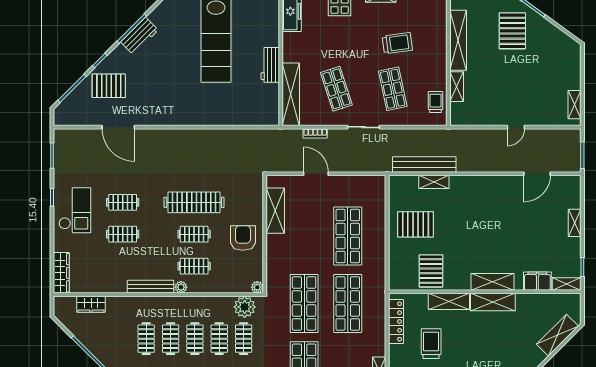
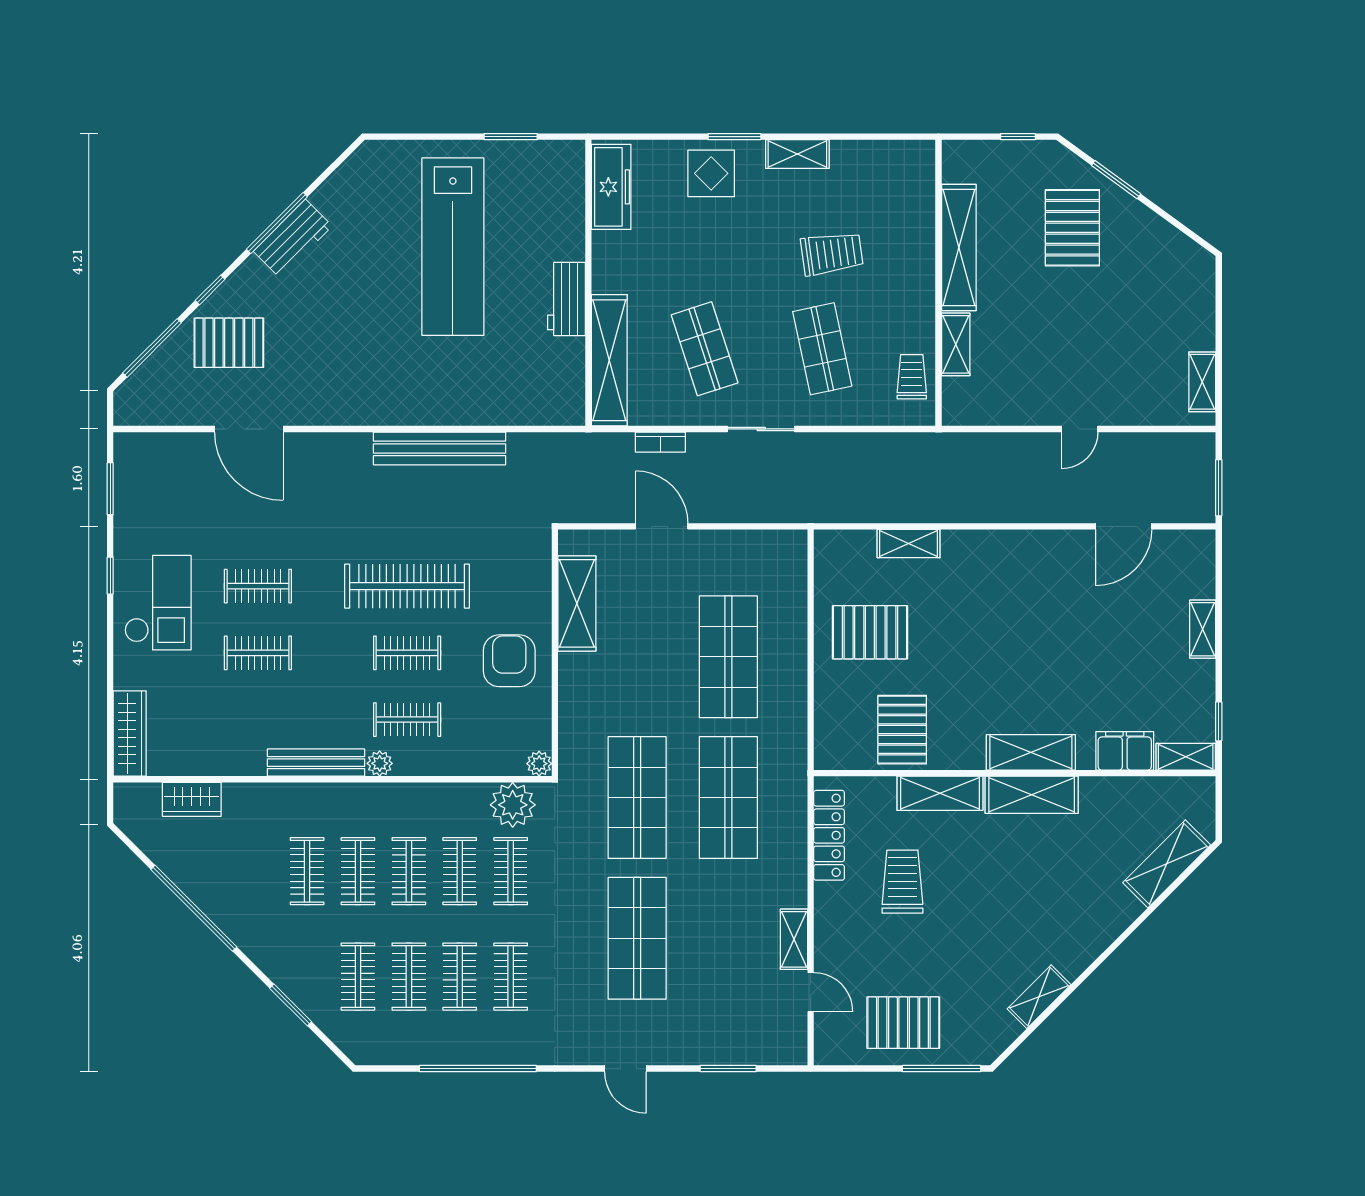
bench: (424, 164) -> (439, 448), moved

